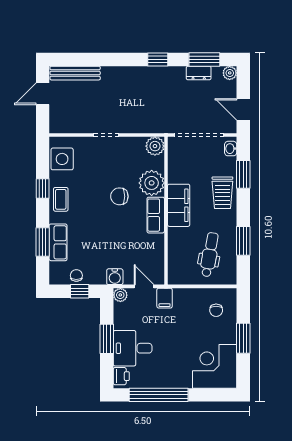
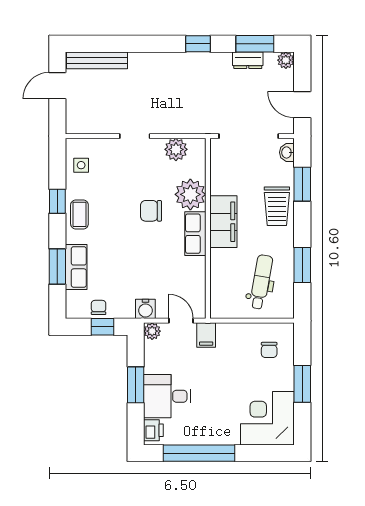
plant: (155, 146) -> (176, 149), moved
side table: (62, 159) -> (81, 165), width x0.54, depth x0.54

